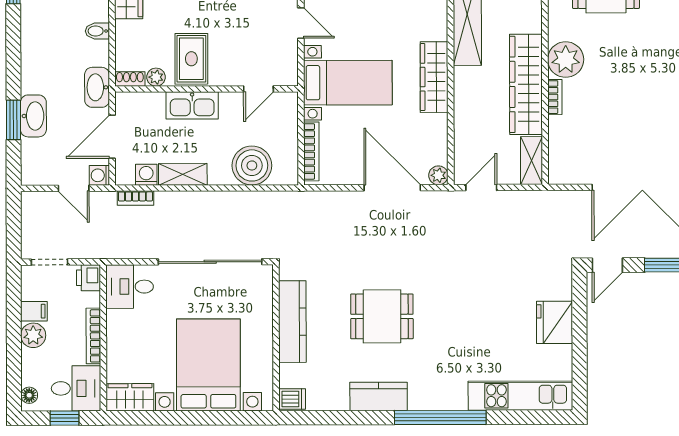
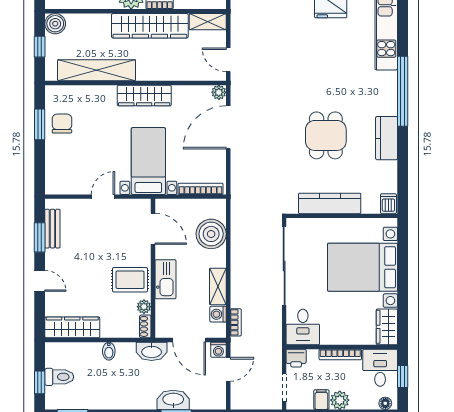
door: (258, 89) -> (153, 229), width x1.38

